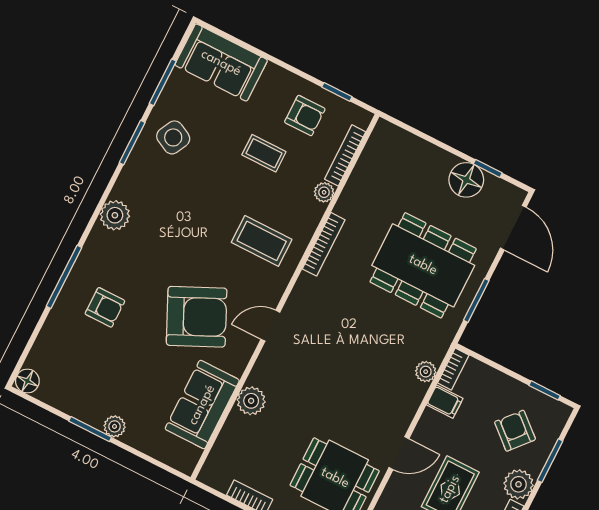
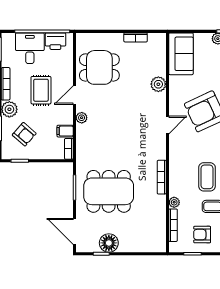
coffee table: (262, 241) -> (207, 177), moved, turned 90
plant: (426, 372) -> (82, 118), moved
sofa: (202, 405) -> (181, 54), moved

